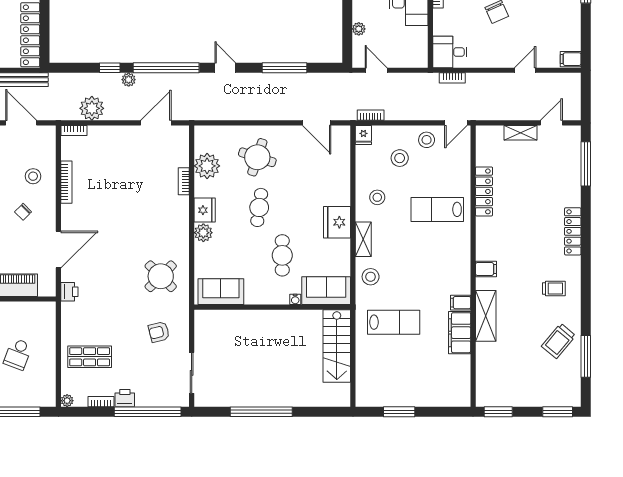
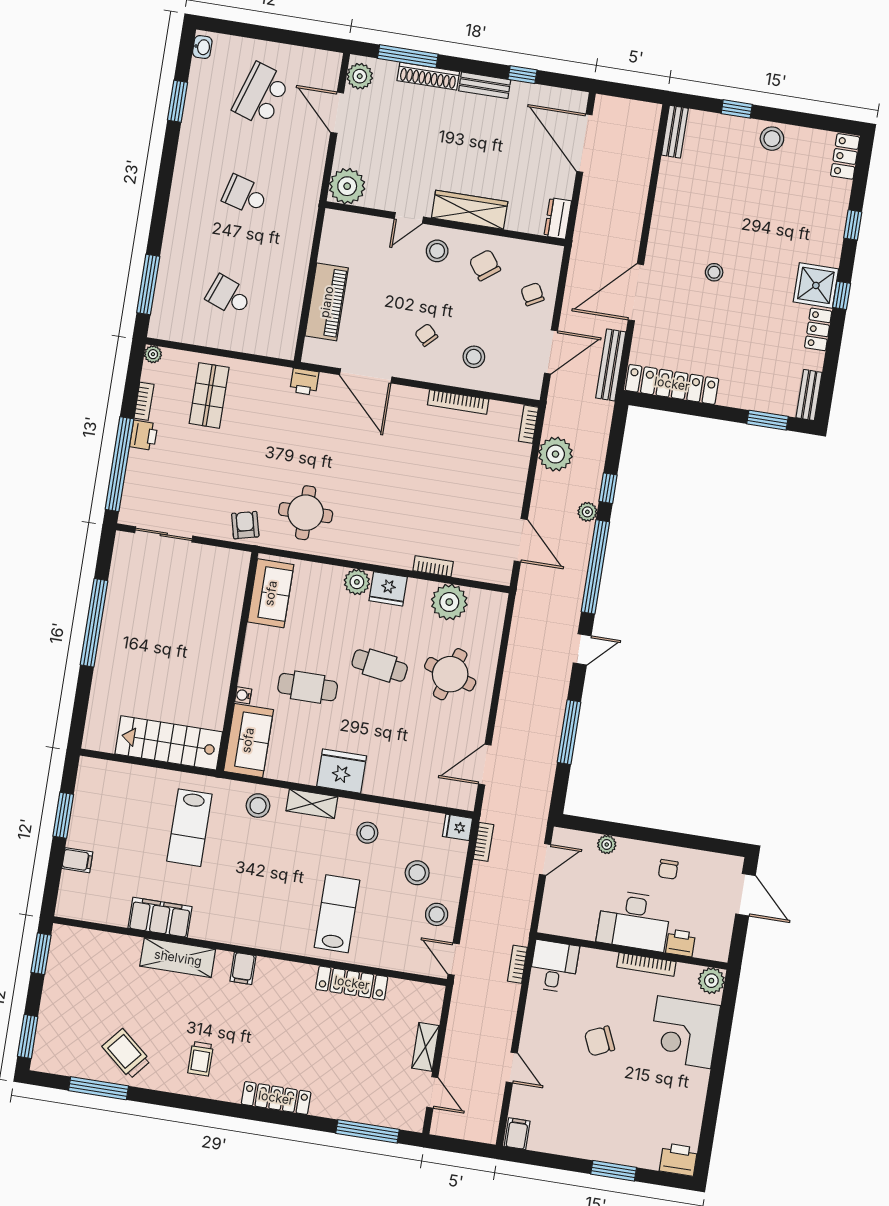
round table: (161, 276) -> (306, 513), turned 45
filing cabinet: (461, 303) -> (77, 860), moved, turned 90
armchair: (159, 332) -> (245, 525), moved

